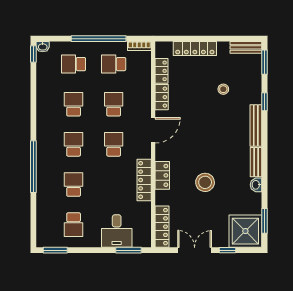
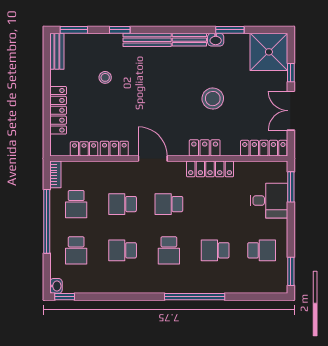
school desk: (74, 144) -> (169, 250), turned -90
window: (264, 221) -> (230, 30), moved

